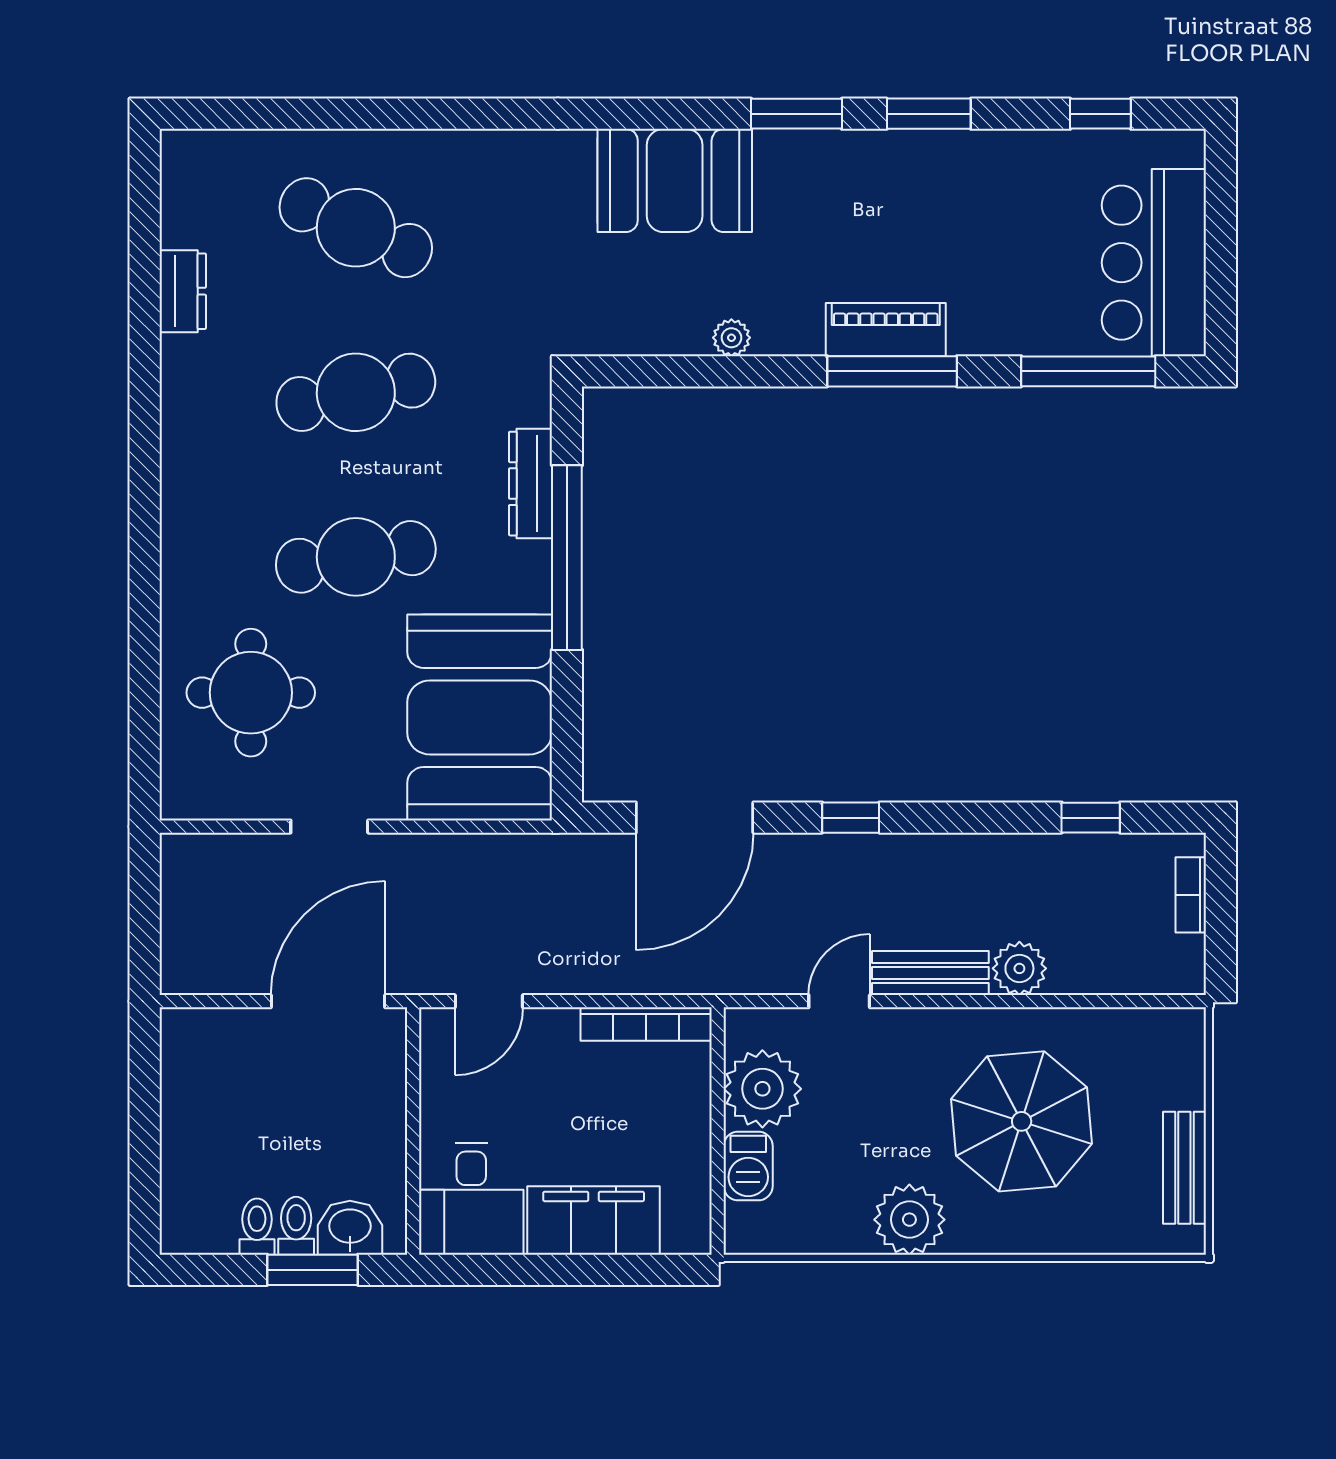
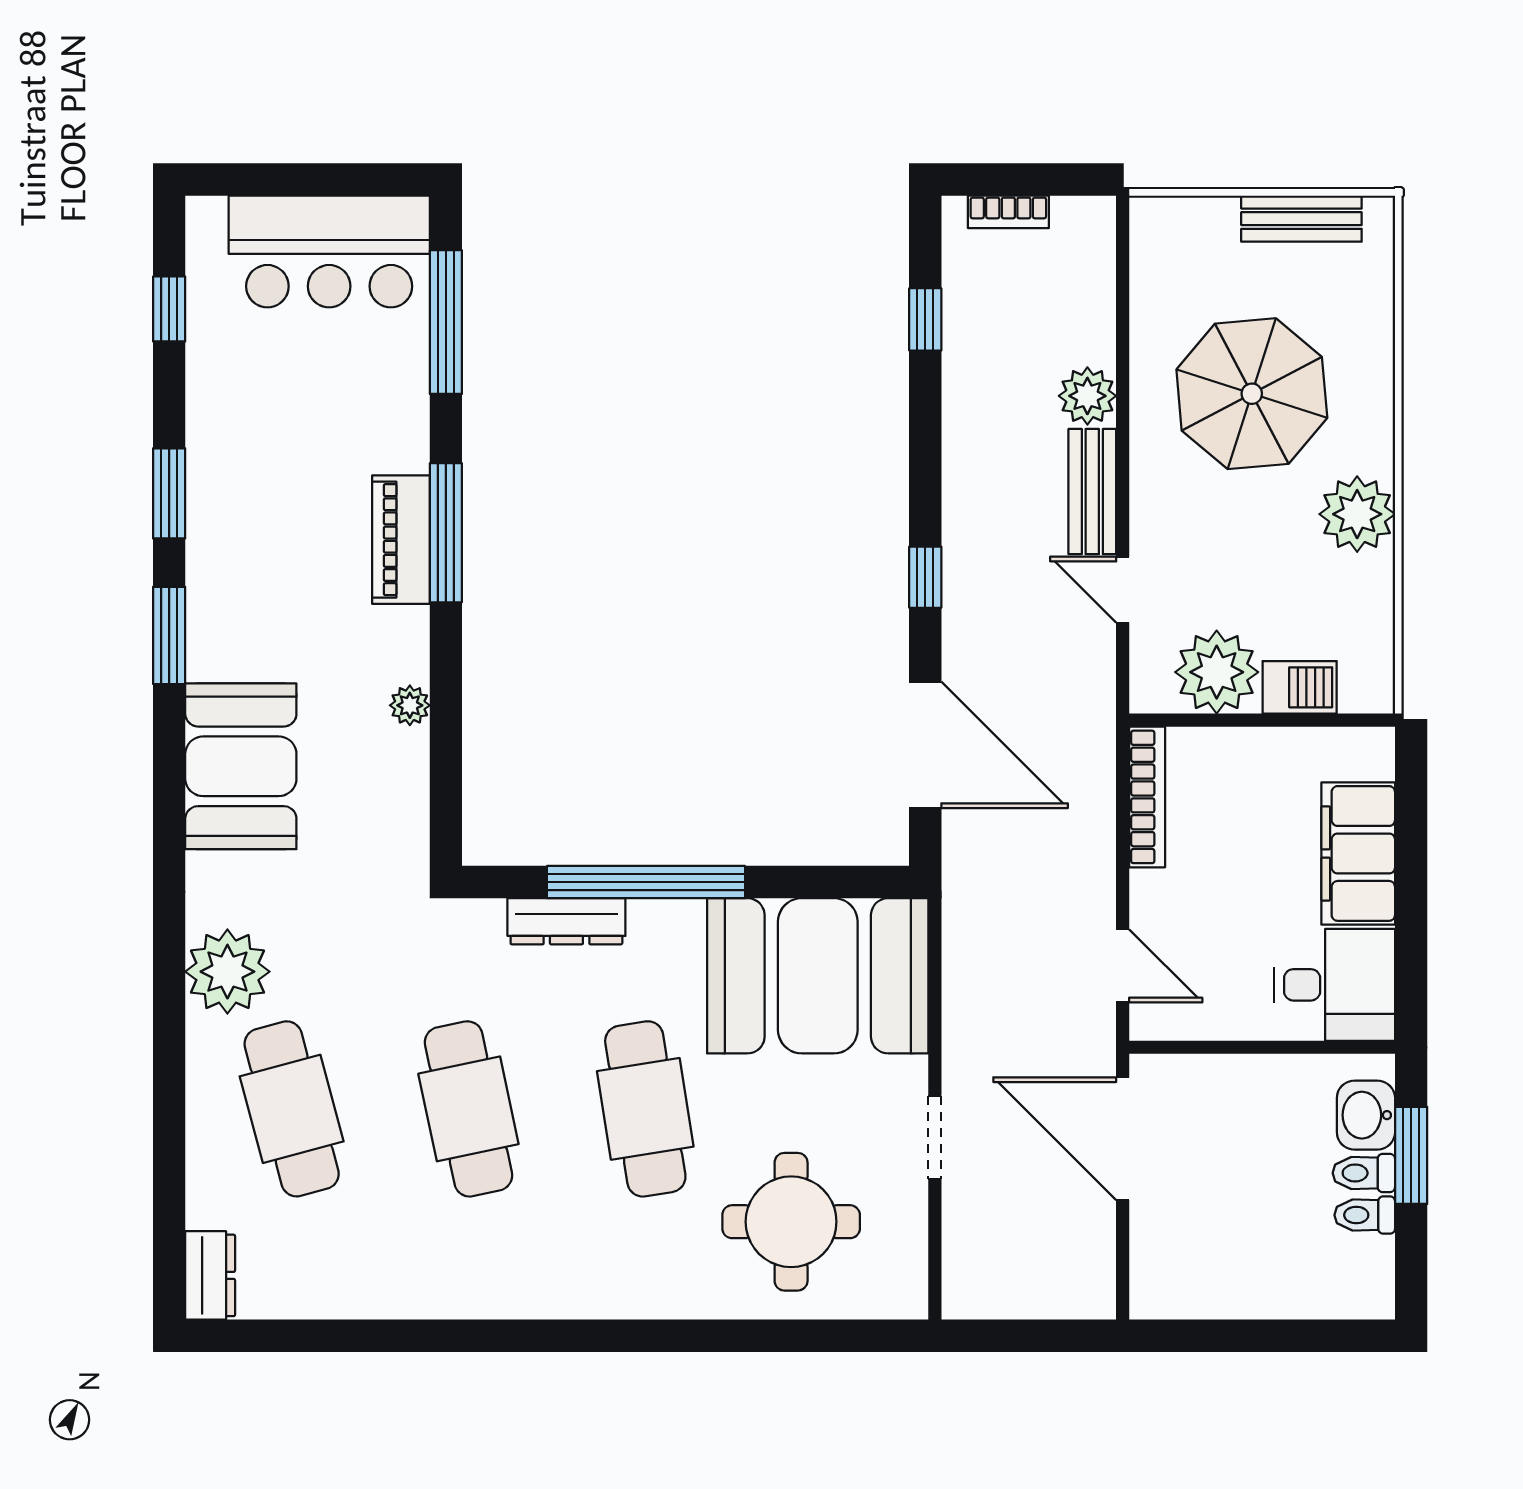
plant: (484, 168) -> (227, 972), added
cafe table: (356, 228) -> (292, 1109), turned -39
dresser: (183, 291) -> (210, 1275), moved, turned 90

